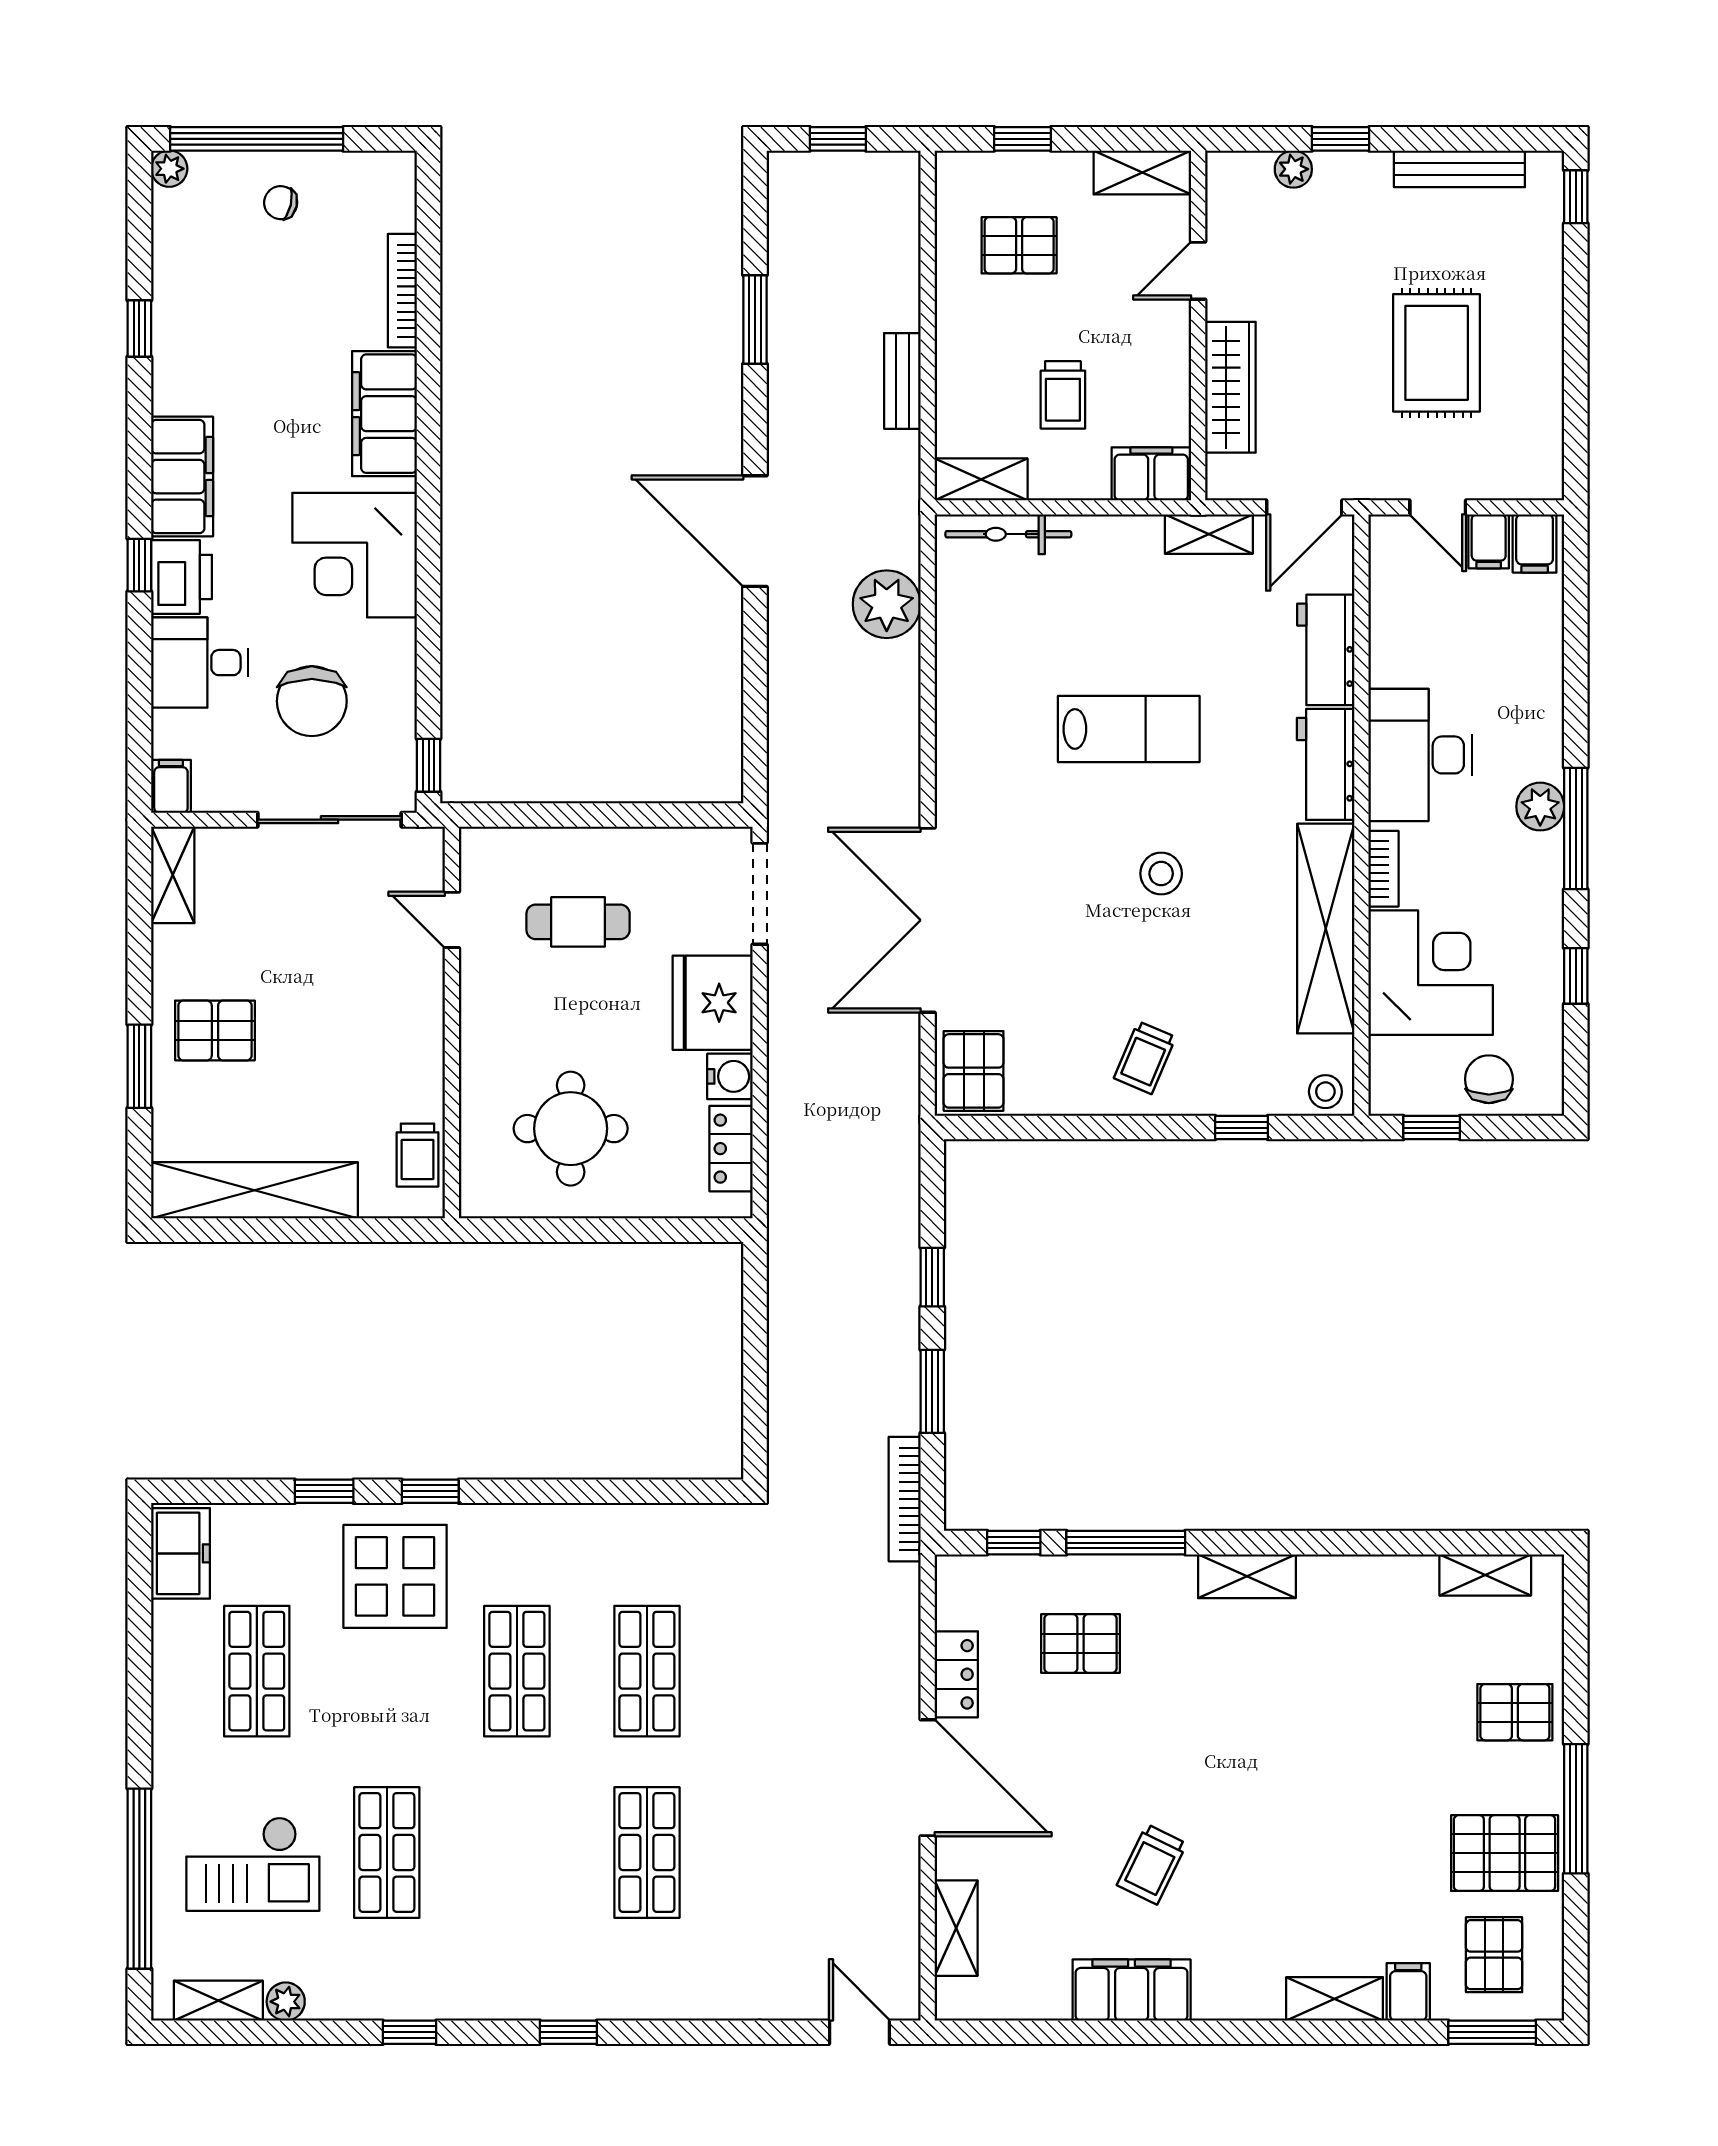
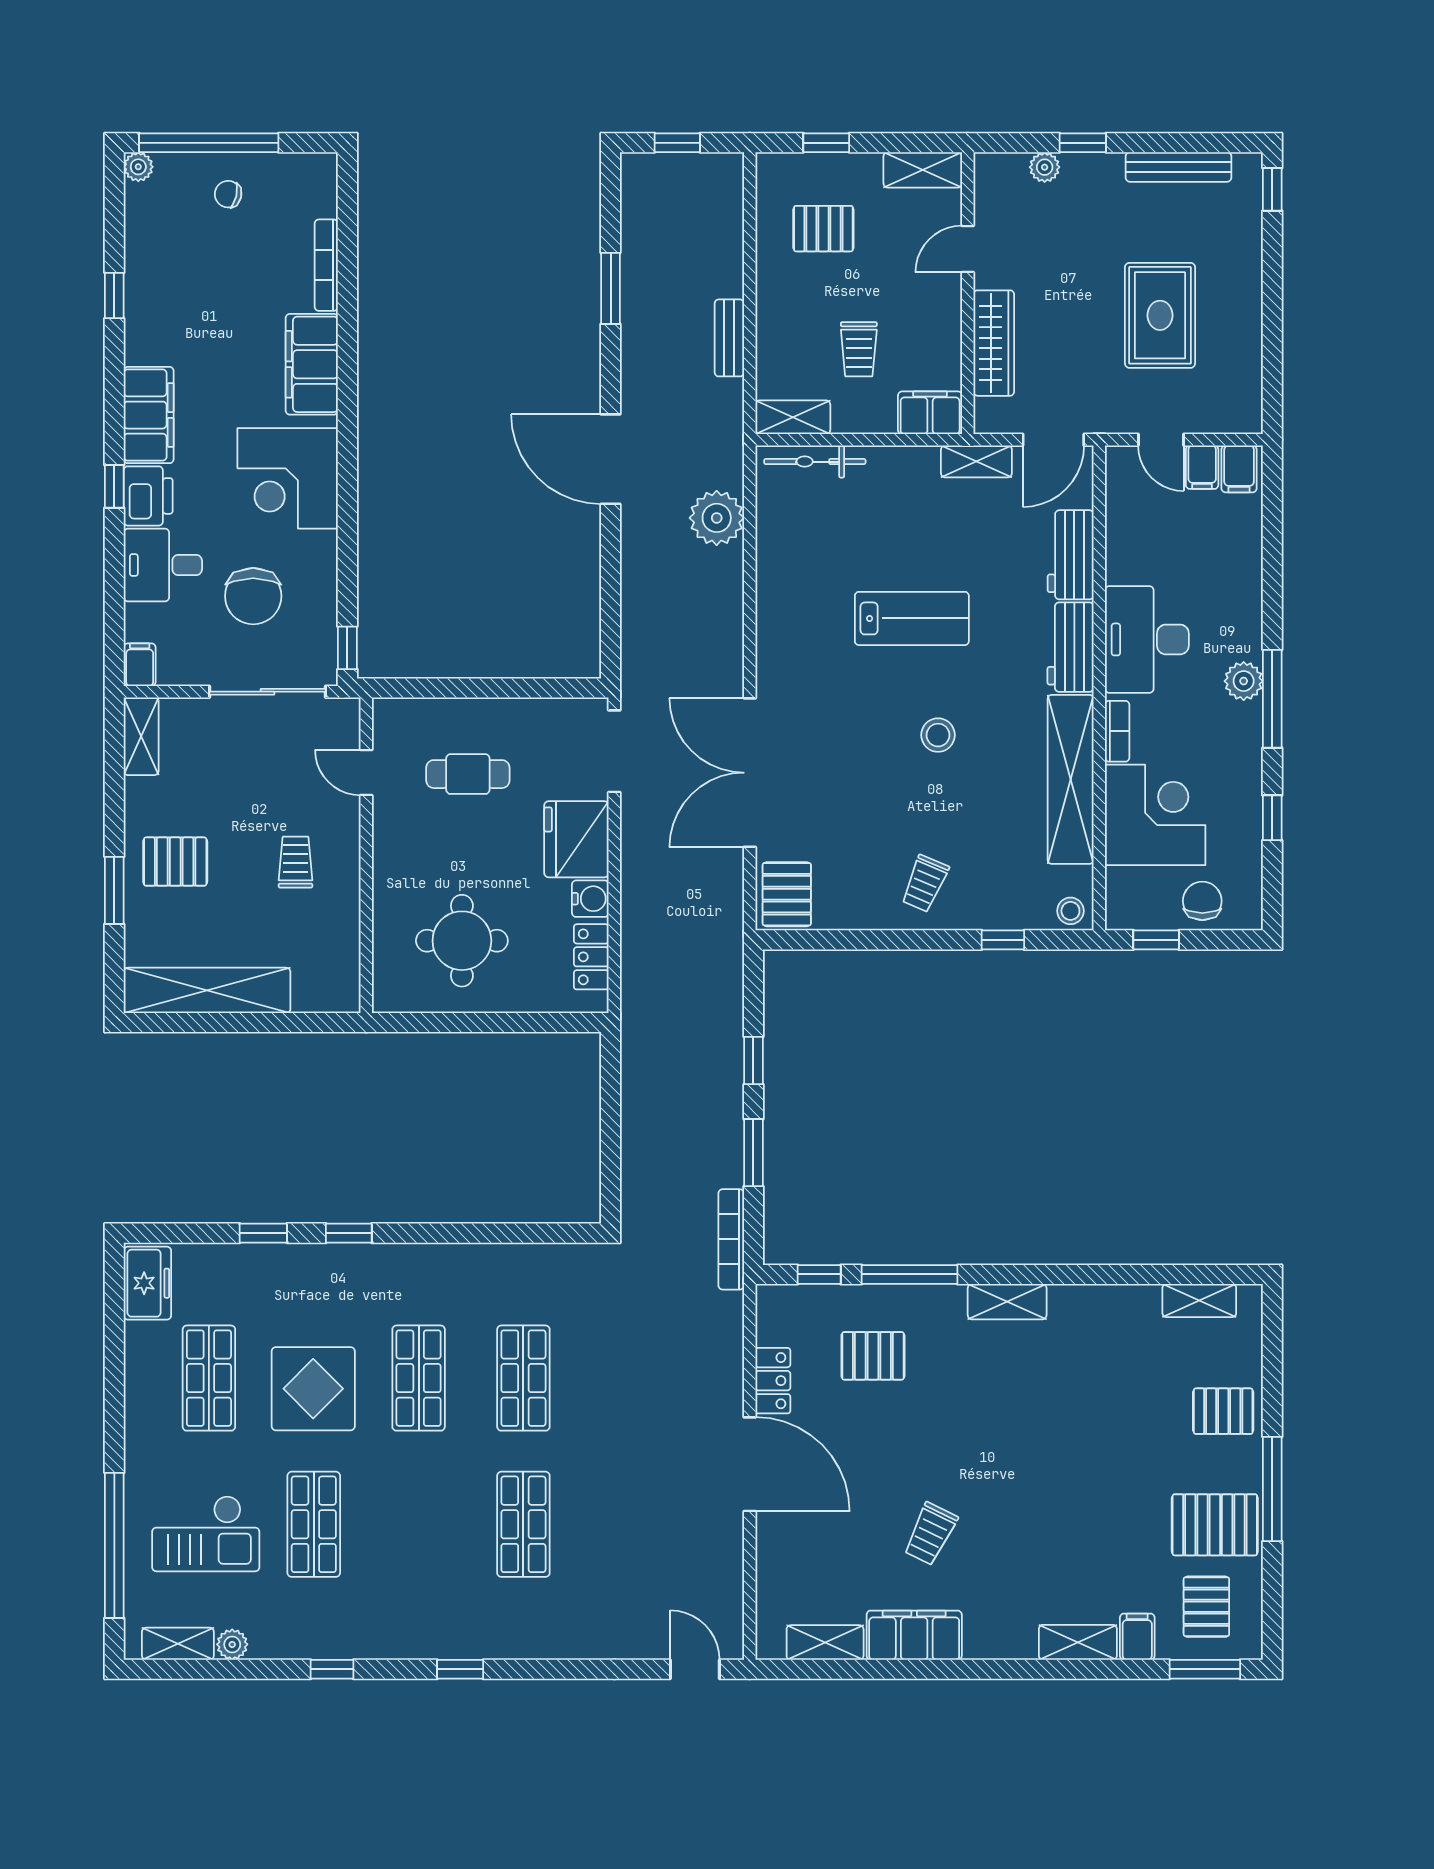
trolley: (418, 1155) -> (295, 862), moved, turned 180
display table: (395, 1576) -> (313, 1389), moved
shelving: (956, 1928) -> (825, 1643), moved, turned 90

